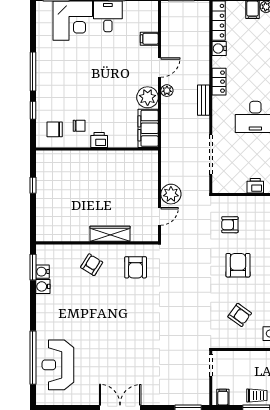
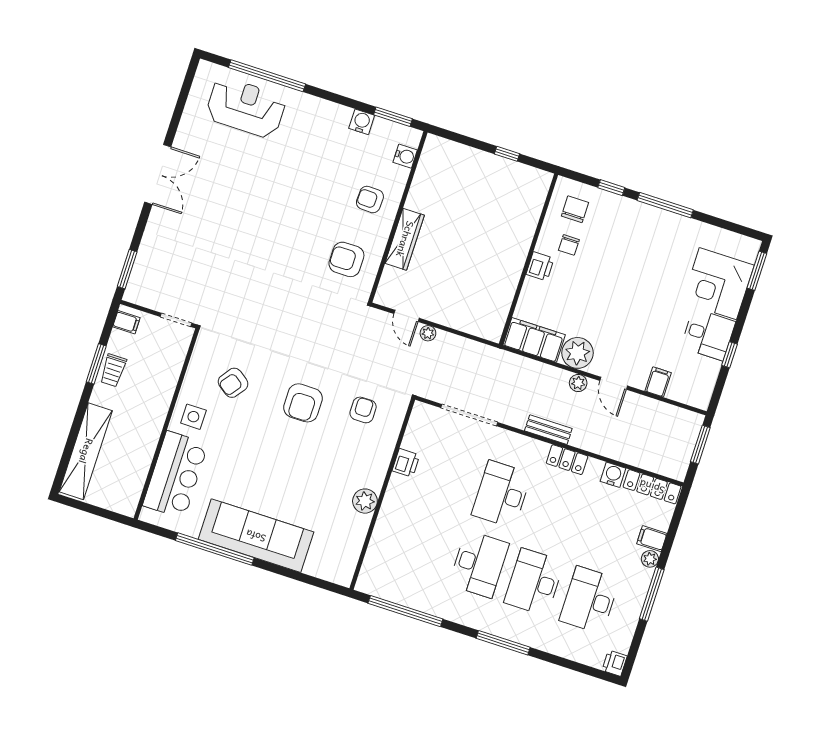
plant: (171, 194) -> (428, 333), width x0.53, depth x0.53
armchair: (92, 265) -> (370, 200), turned 150
armchair: (238, 265) -> (303, 403), turned 90
water cooler: (42, 272) -> (405, 156), moved, turned 90

